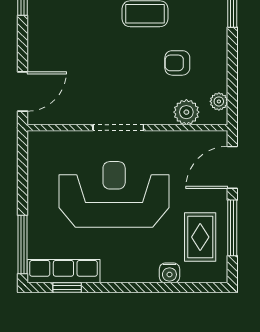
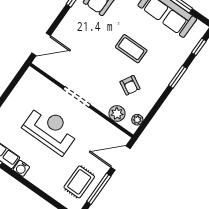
armchair: (177, 63) -> (130, 85), turned -151
reception desk: (114, 194) -> (51, 129), width x0.74, depth x0.77
water cooler: (169, 273) -> (21, 168), moved

